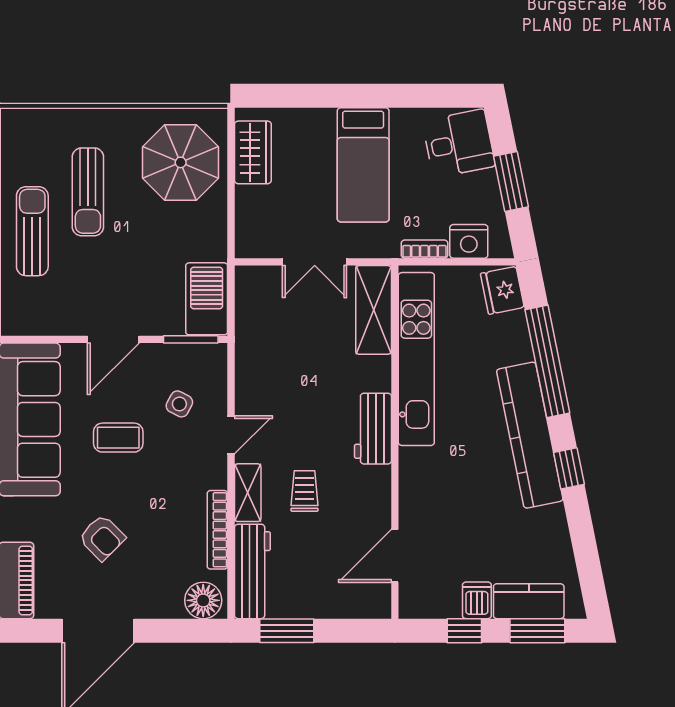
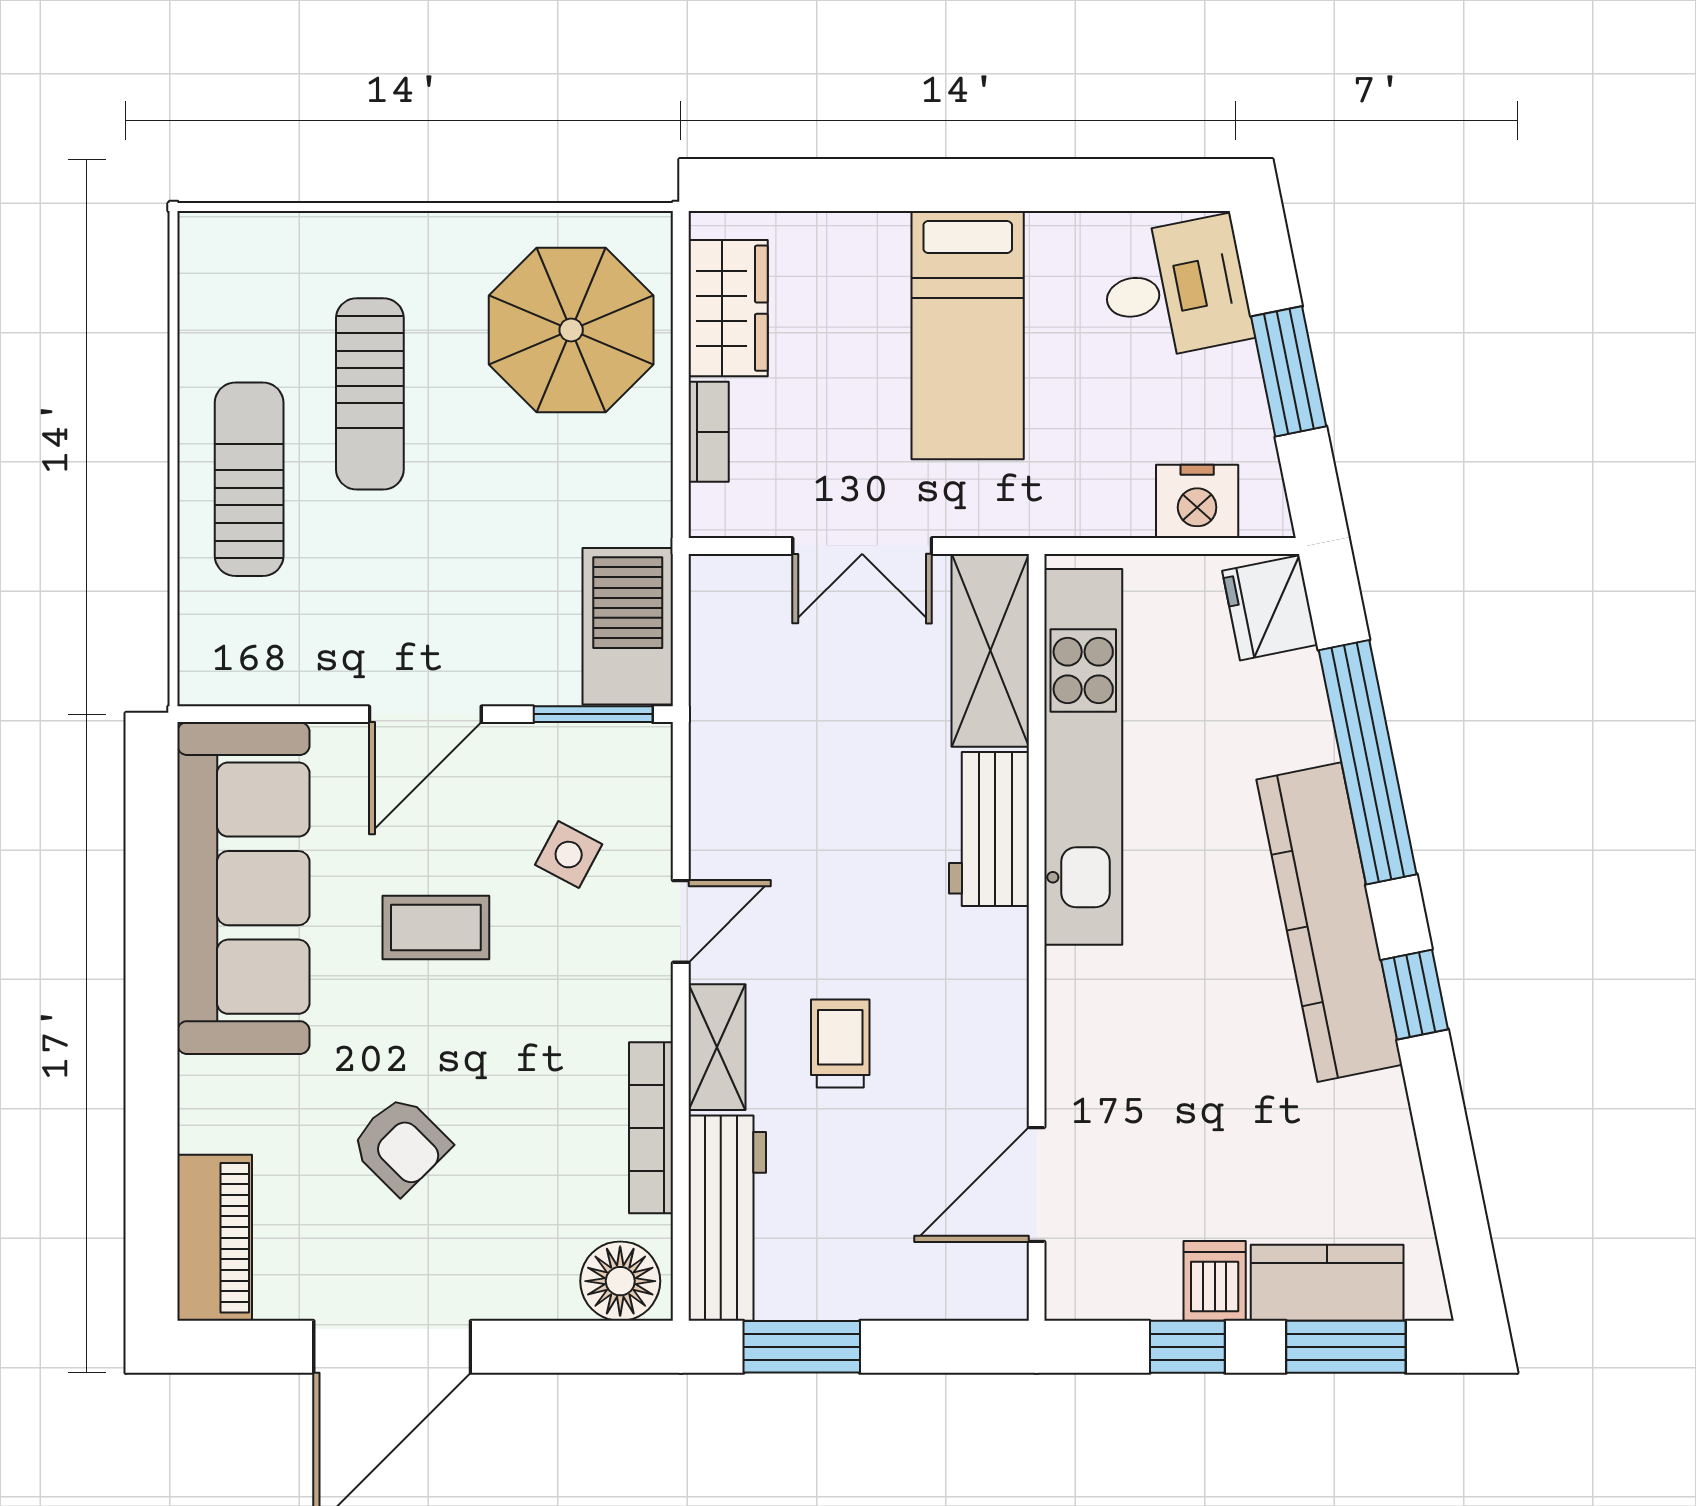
bookcase: (424, 249) -> (709, 432), moved, turned 90
workbench: (373, 429) -> (989, 829), moved

